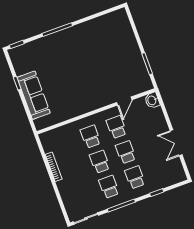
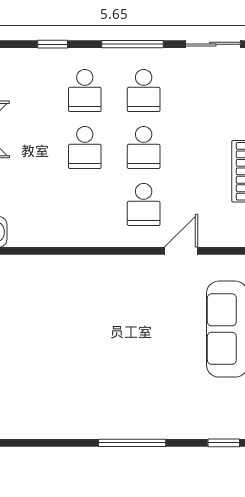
door: (124, 101) -> (181, 251), moved
school desk: (117, 127) -> (85, 205), removed

